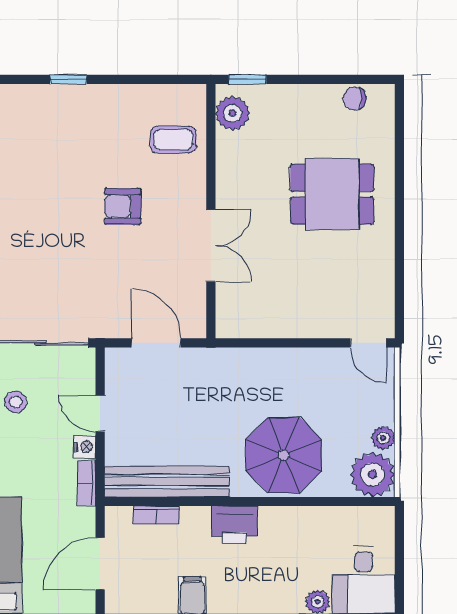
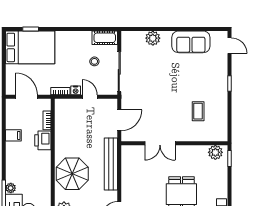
coffee table: (173, 139) -> (198, 111), moved
armchair: (123, 206) -> (176, 106), removed
door: (100, 413) -> (90, 97), hinge flipped
bench: (167, 481) -> (111, 164), moved
printer: (234, 525) -> (43, 140), moved

